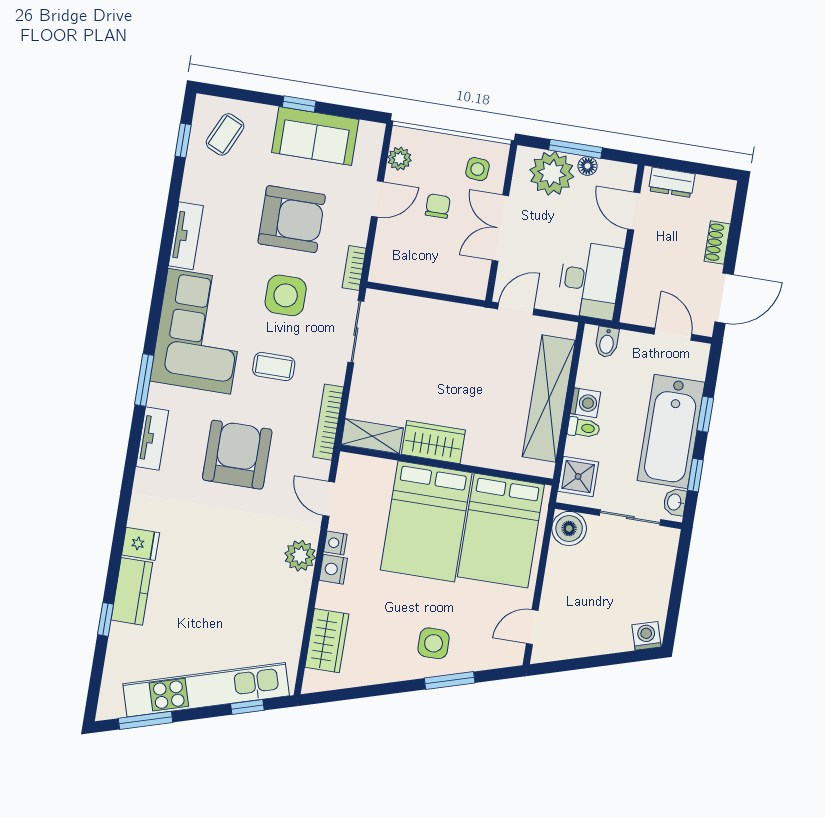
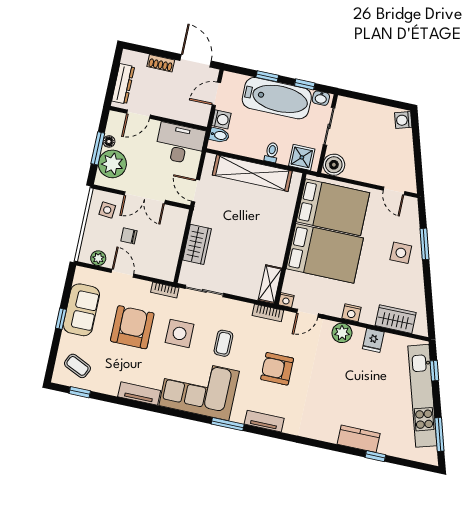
dresser: (672, 182) -> (123, 84), width x1.44
washing machine: (585, 403) -> (221, 119), moved, turned 90
bookcase: (328, 422) -> (268, 313), width x0.64
wardrobe: (433, 442) -> (197, 244), moved, turned 180
armchair: (237, 455) -> (277, 369), width x0.73, depth x0.73
nightstand: (335, 543) -> (286, 300), moved
fridge: (141, 544) -> (373, 340), moved, turned 180

